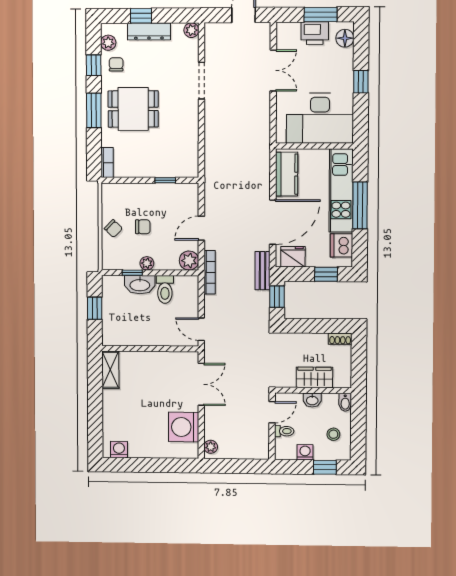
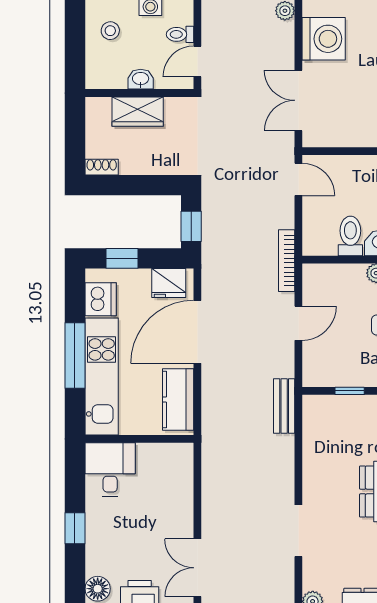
double door: (273, 71) -> (197, 568), moved
desk: (320, 118) -> (110, 470), width x0.53, depth x0.77
plant: (189, 261) -> (316, 277), removed
bench: (262, 271) -> (284, 406), moved
bidet: (345, 402) -> (94, 76), removed

